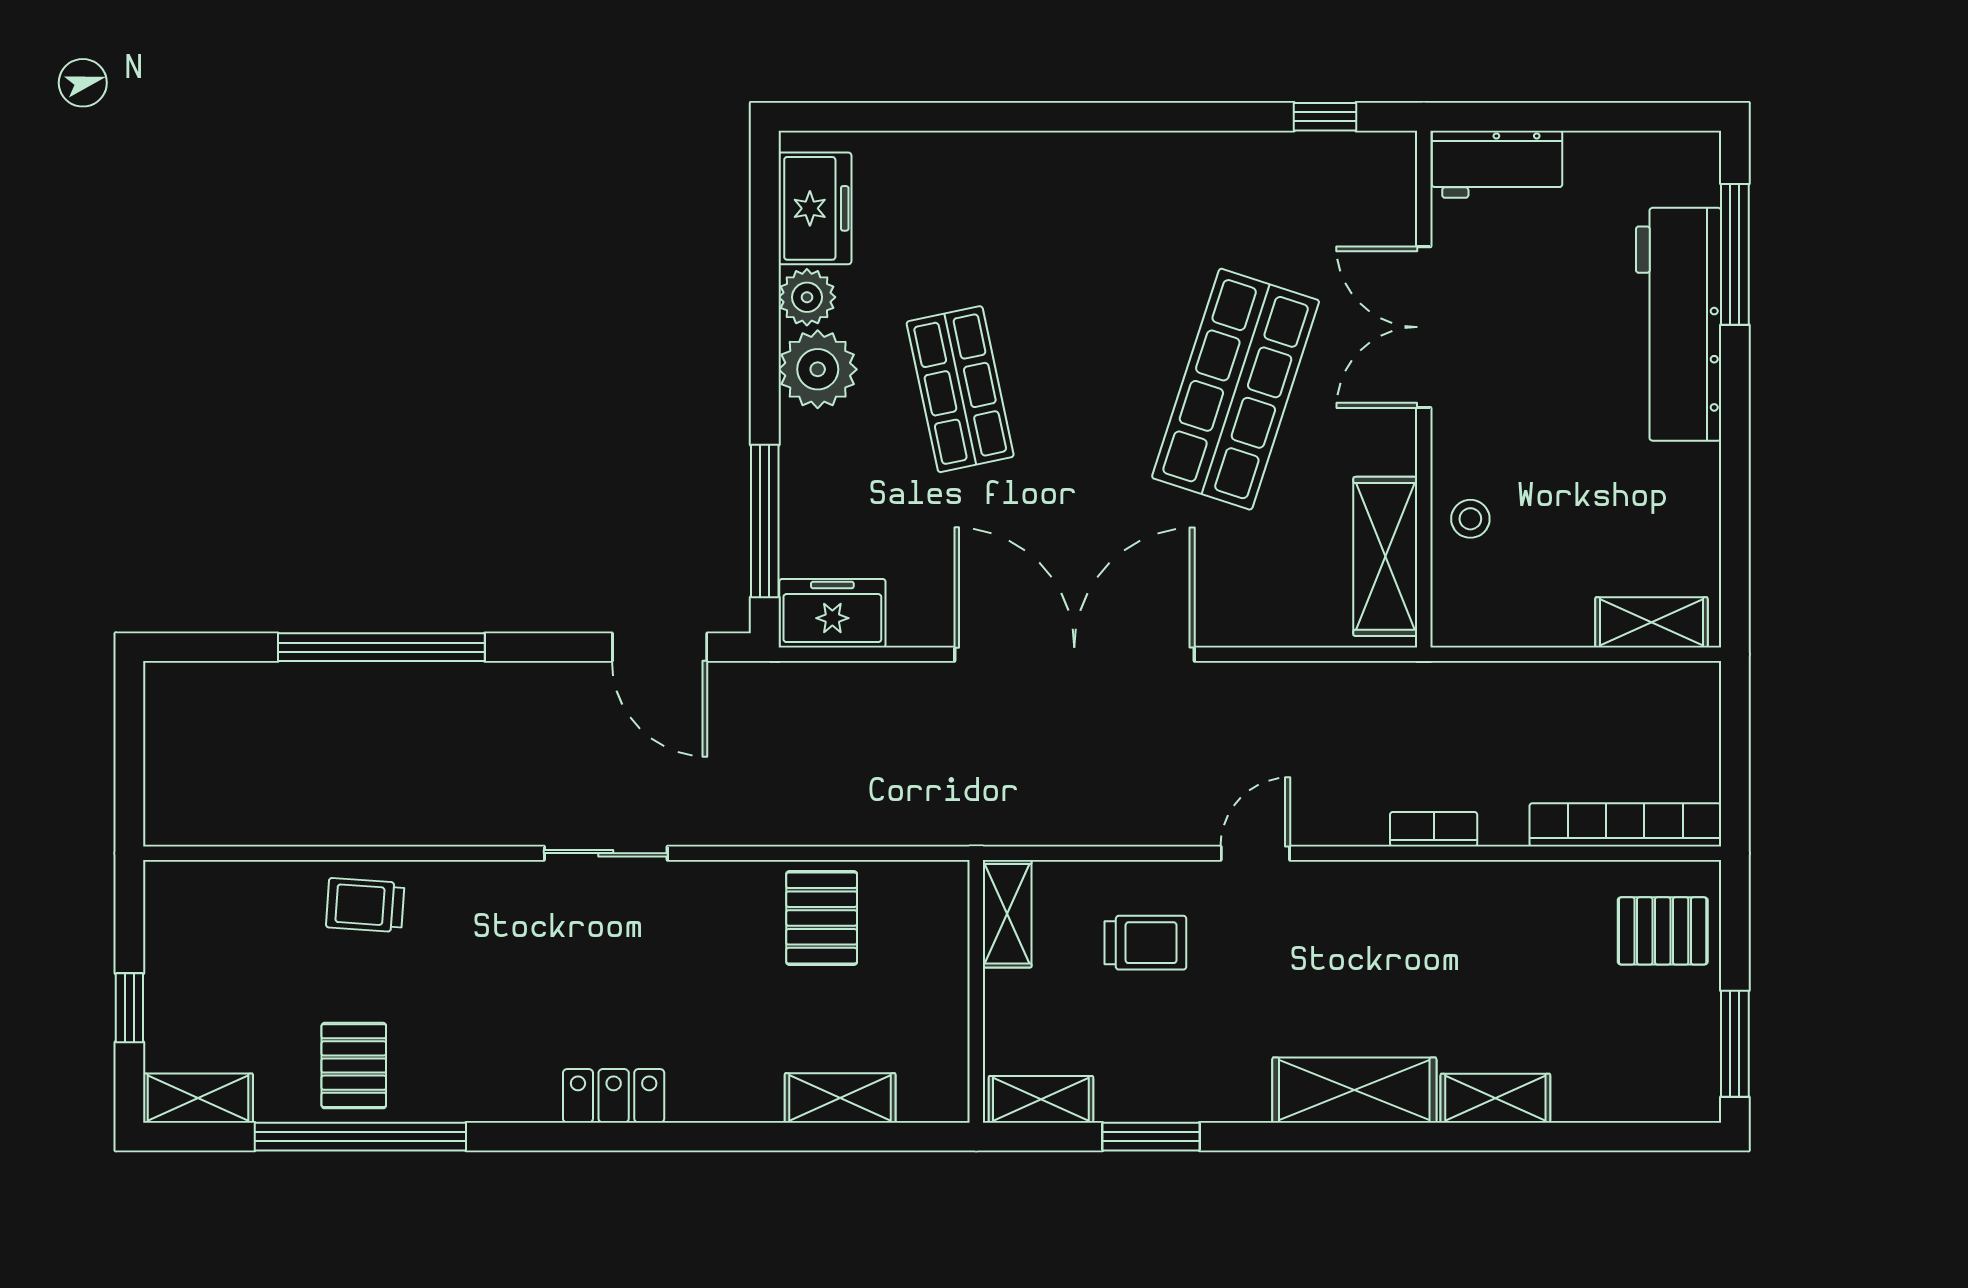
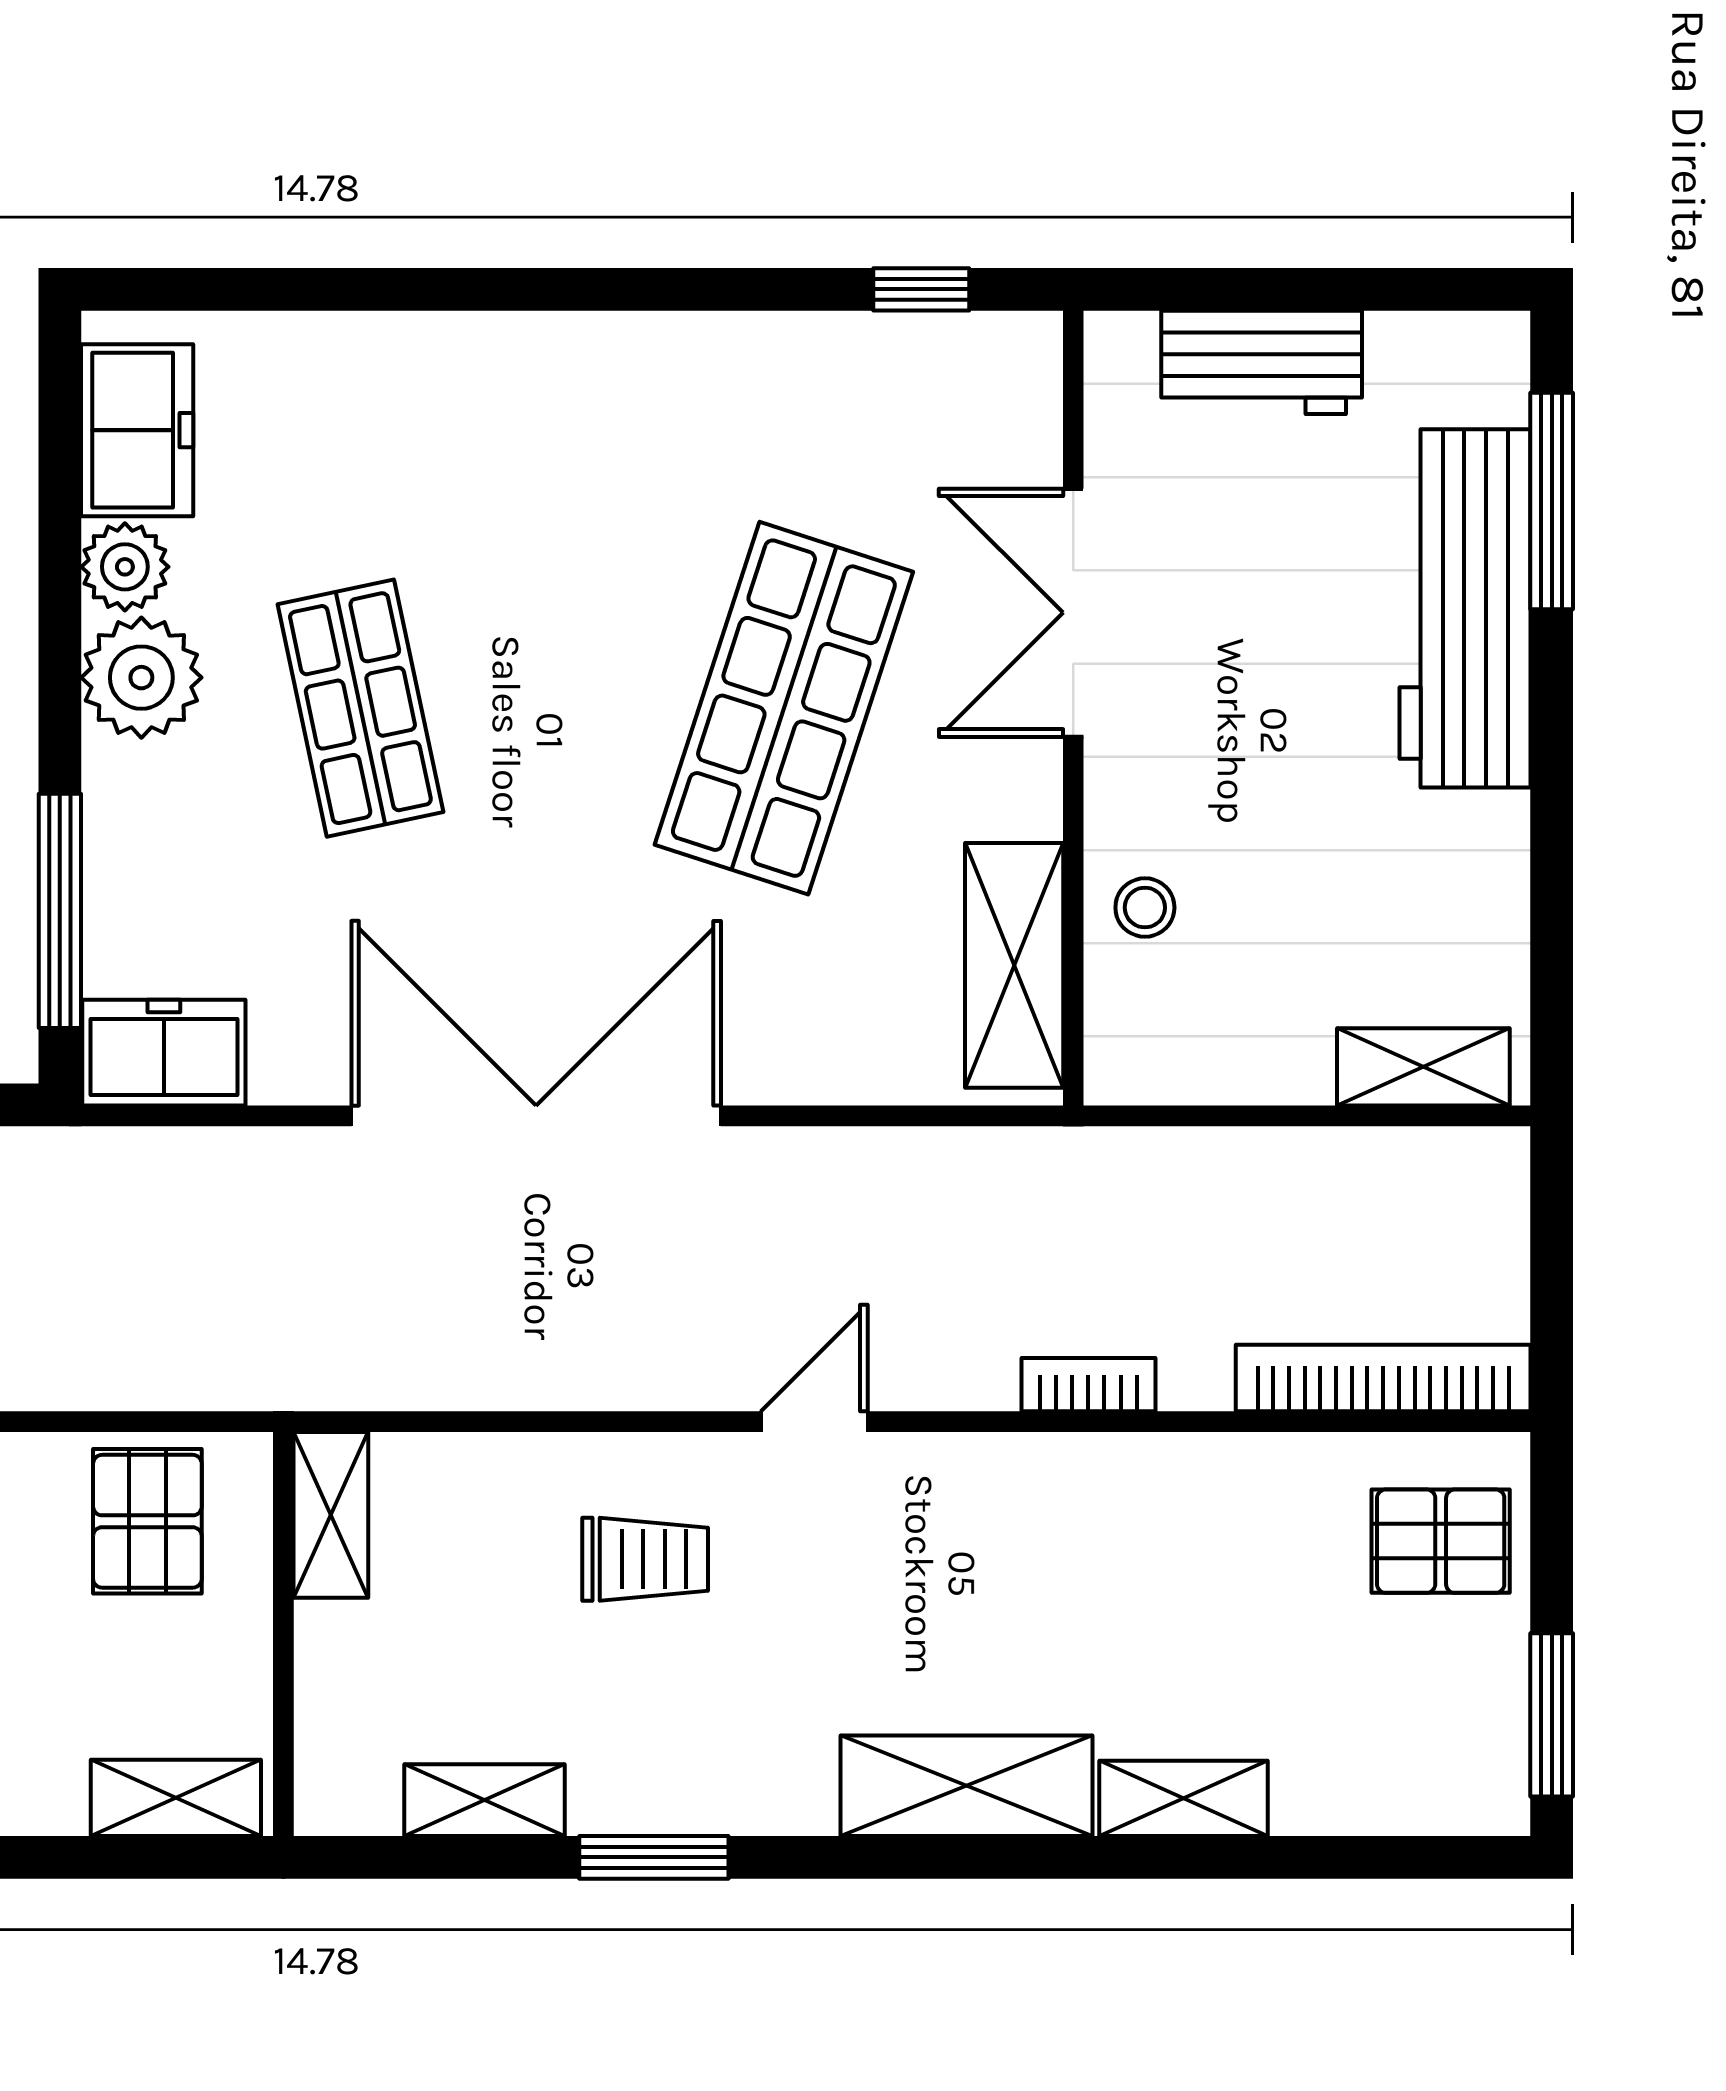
workbench: (1497, 164) -> (1262, 362), moved
shelving: (1007, 914) -> (331, 1515), moved
wall: (976, 991) -> (283, 1634), moved

